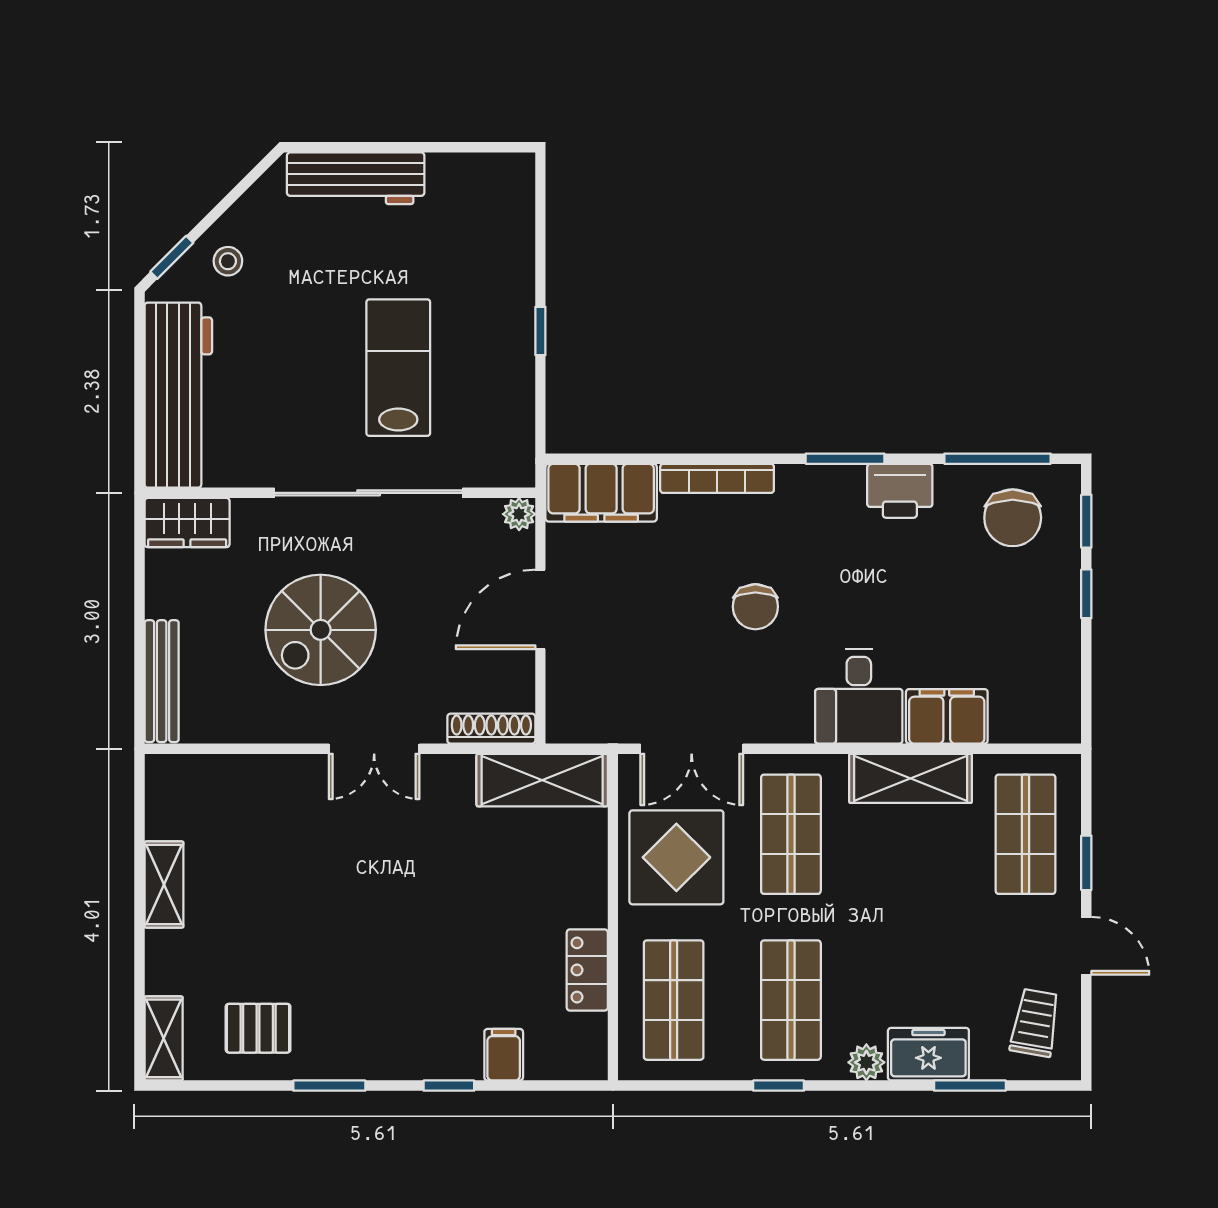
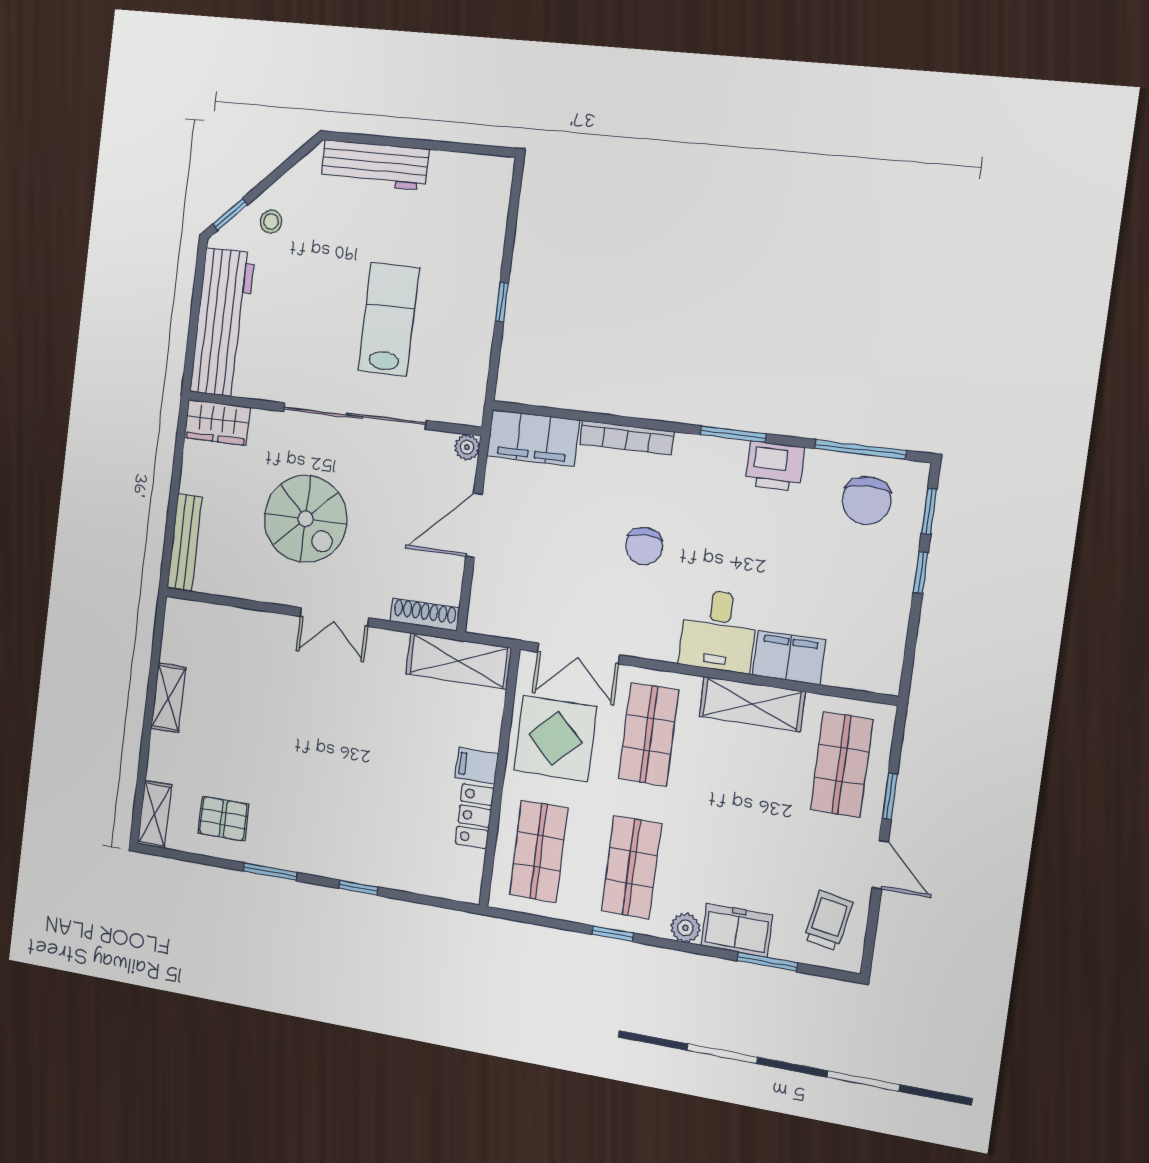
spiral stairs: (321, 630) -> (306, 519), turned -90
filing cabinet: (504, 1055) -> (477, 766), moved, turned -90

